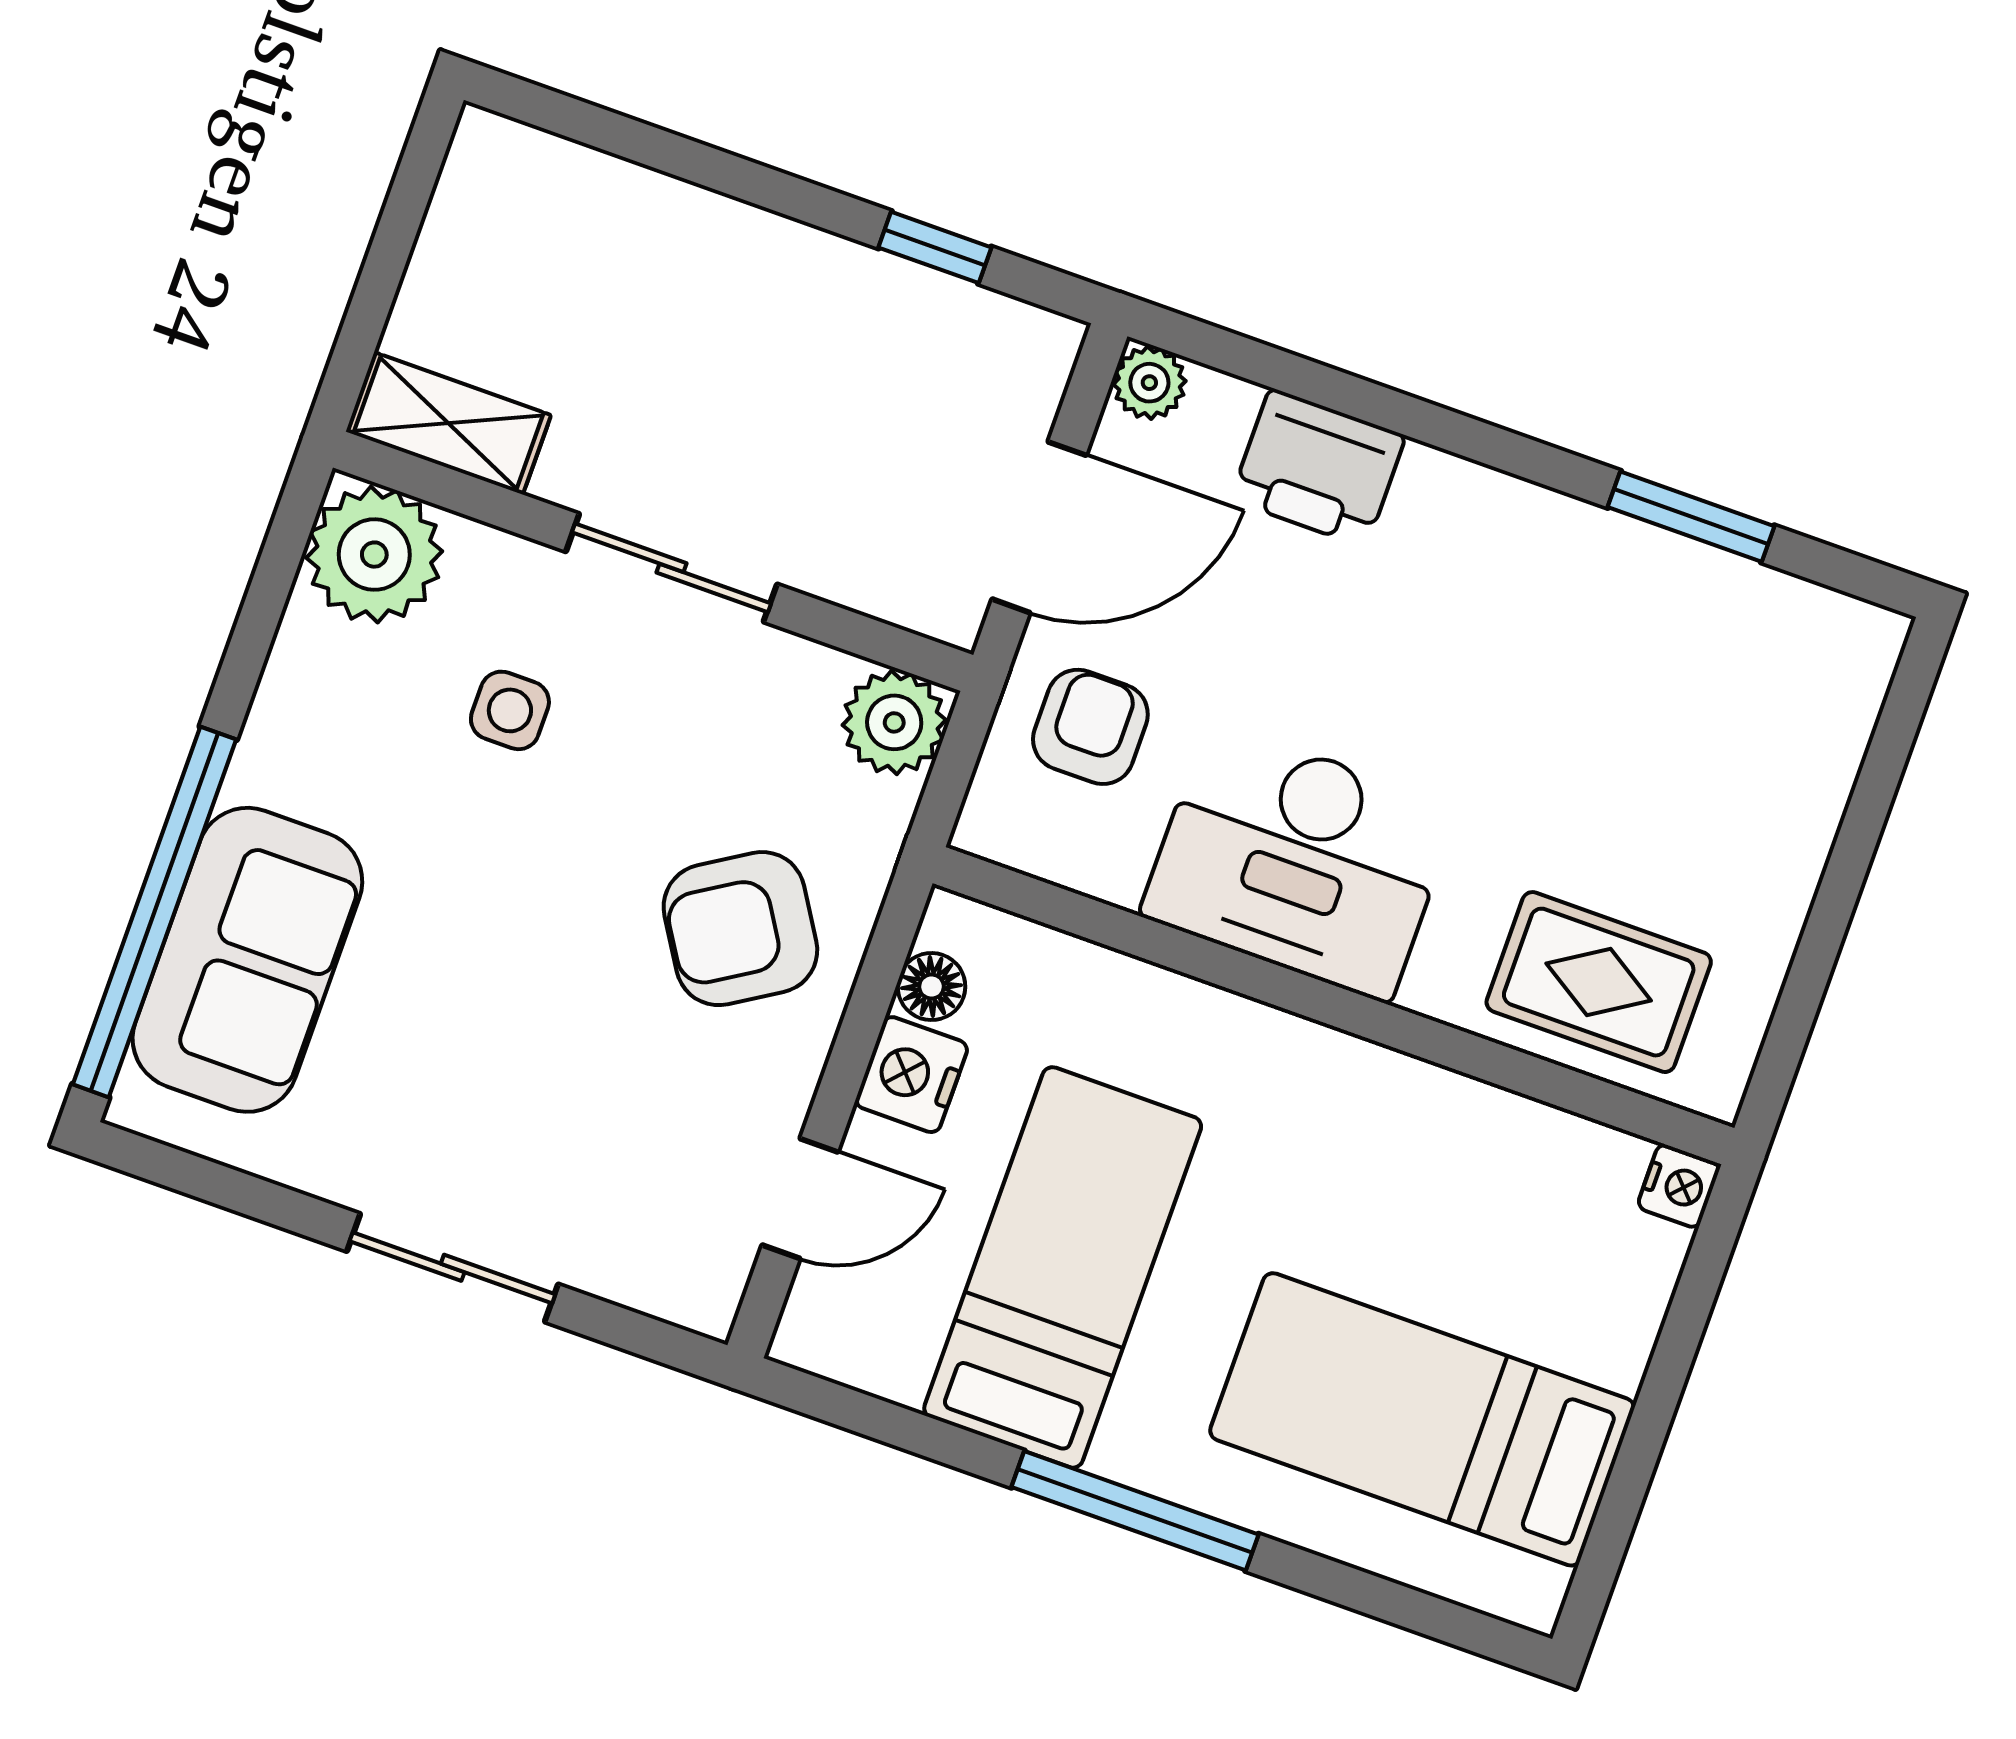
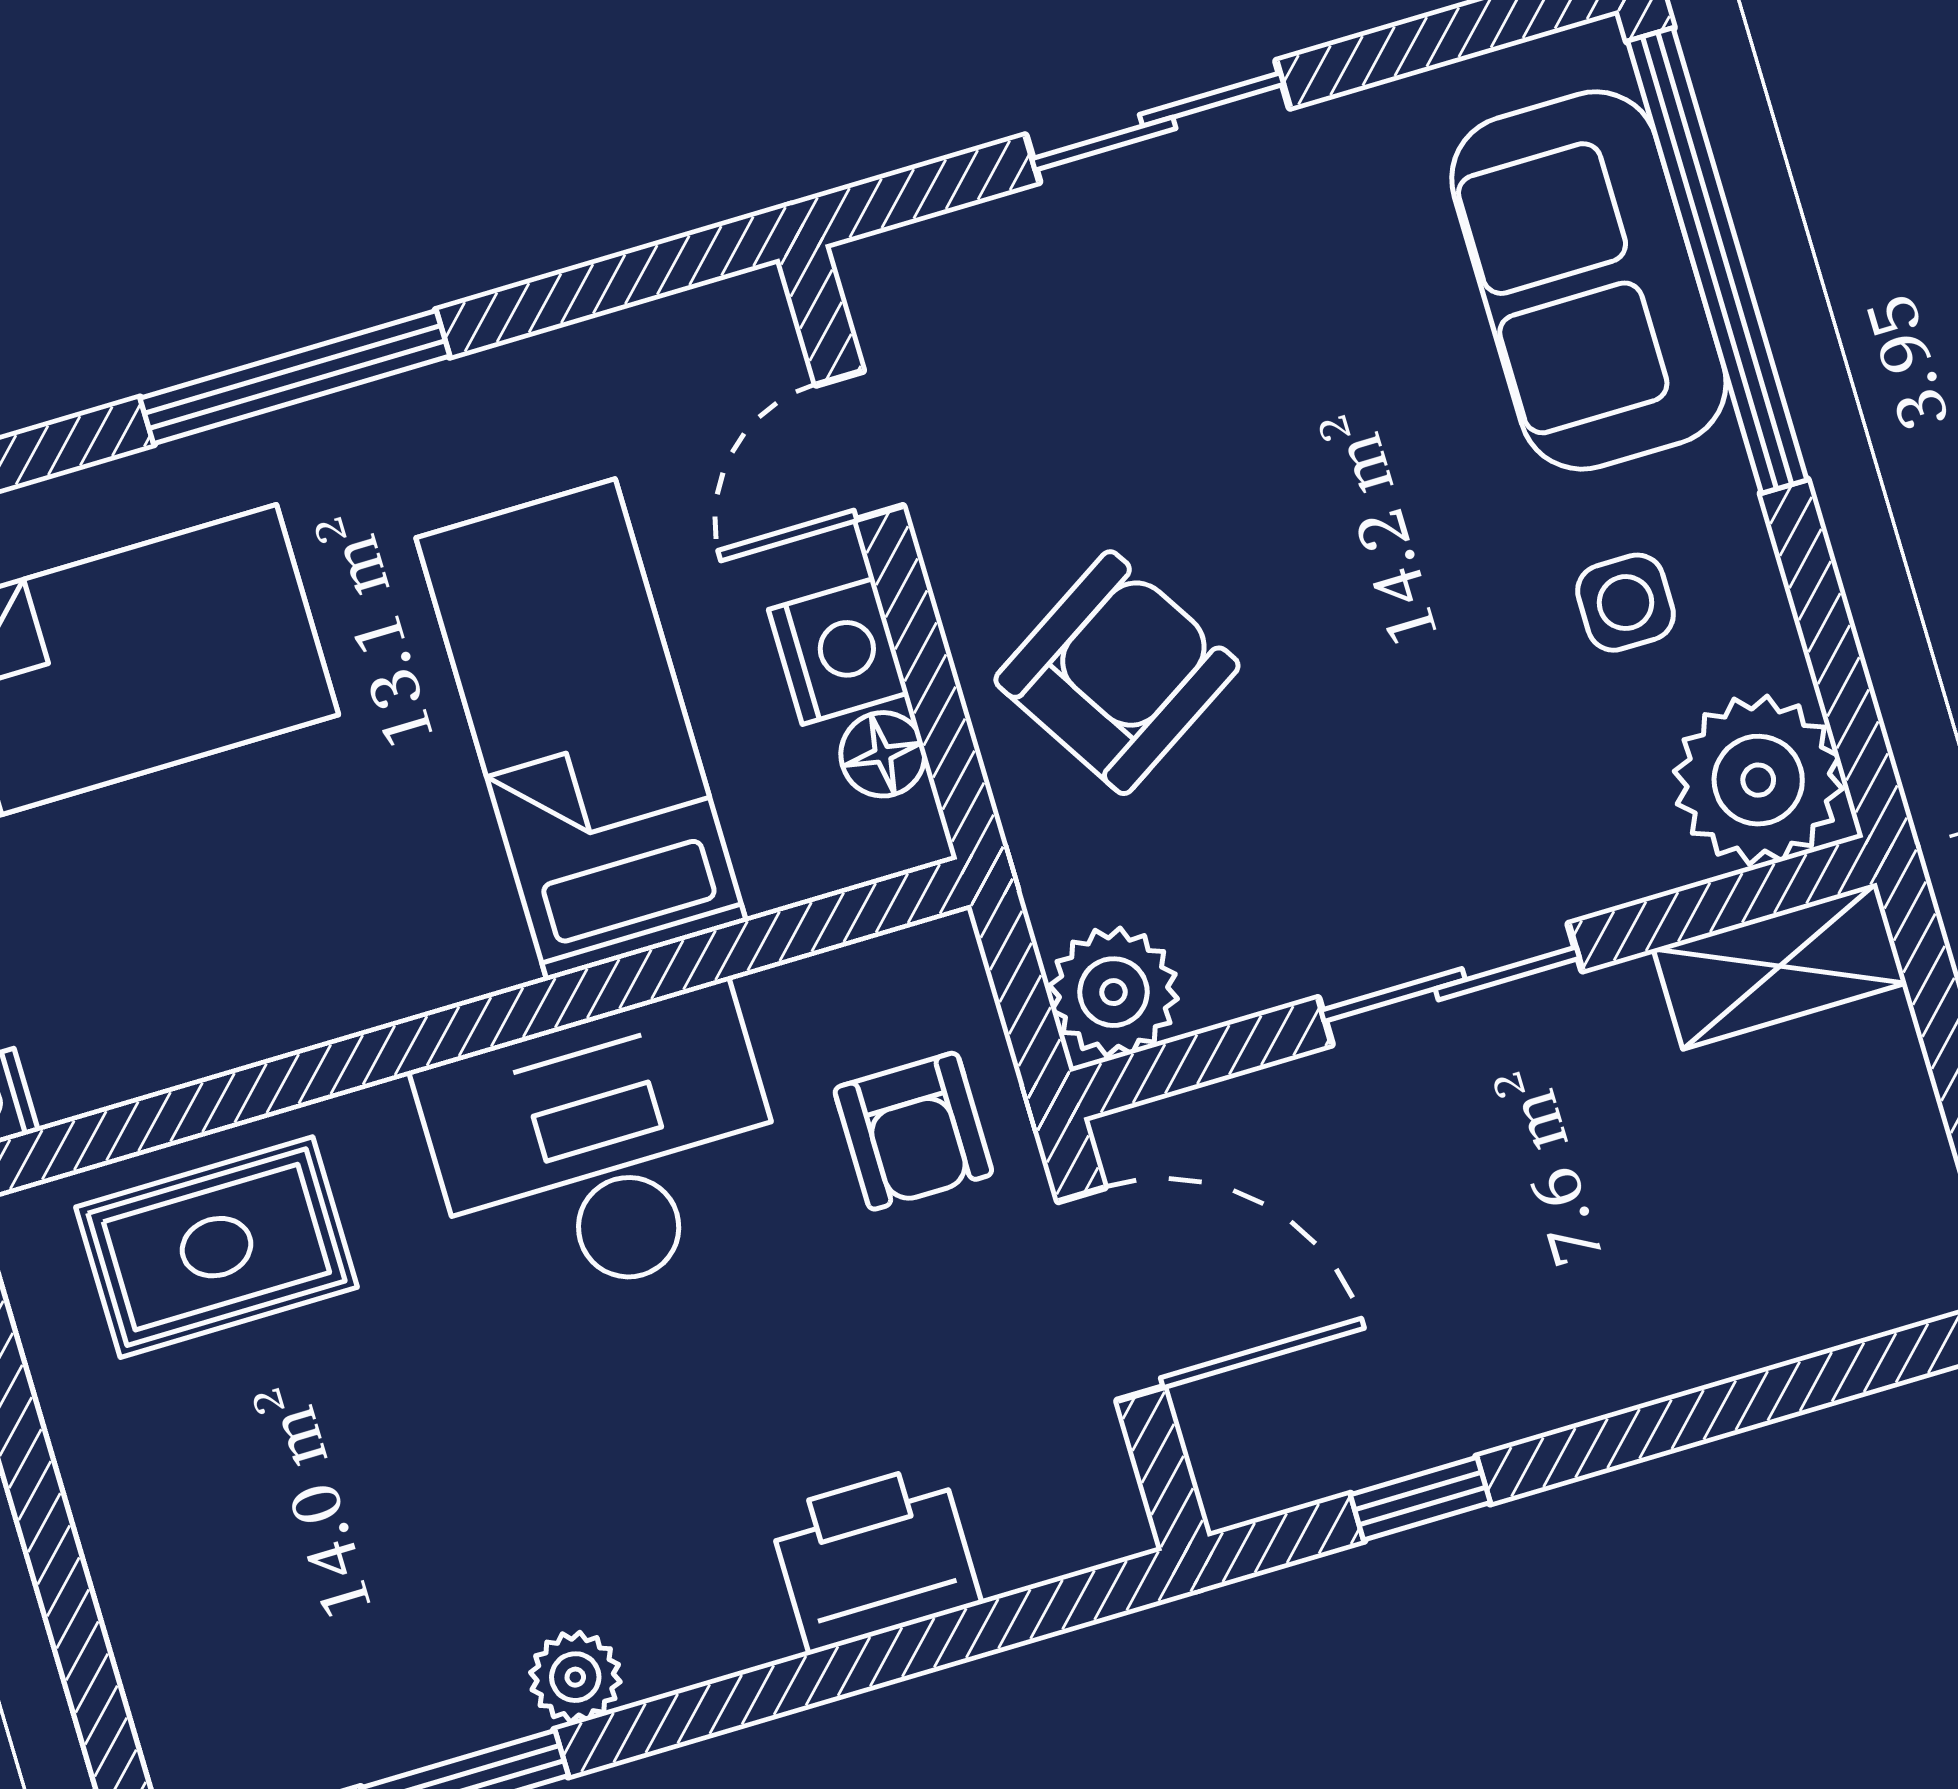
plant: (1149, 383) -> (575, 1677), moved
door: (1039, 527) -> (1111, 1294), swing flipped
side table: (510, 710) -> (1625, 603), moved
bed: (1063, 1267) -> (581, 730), moved, turned 180

